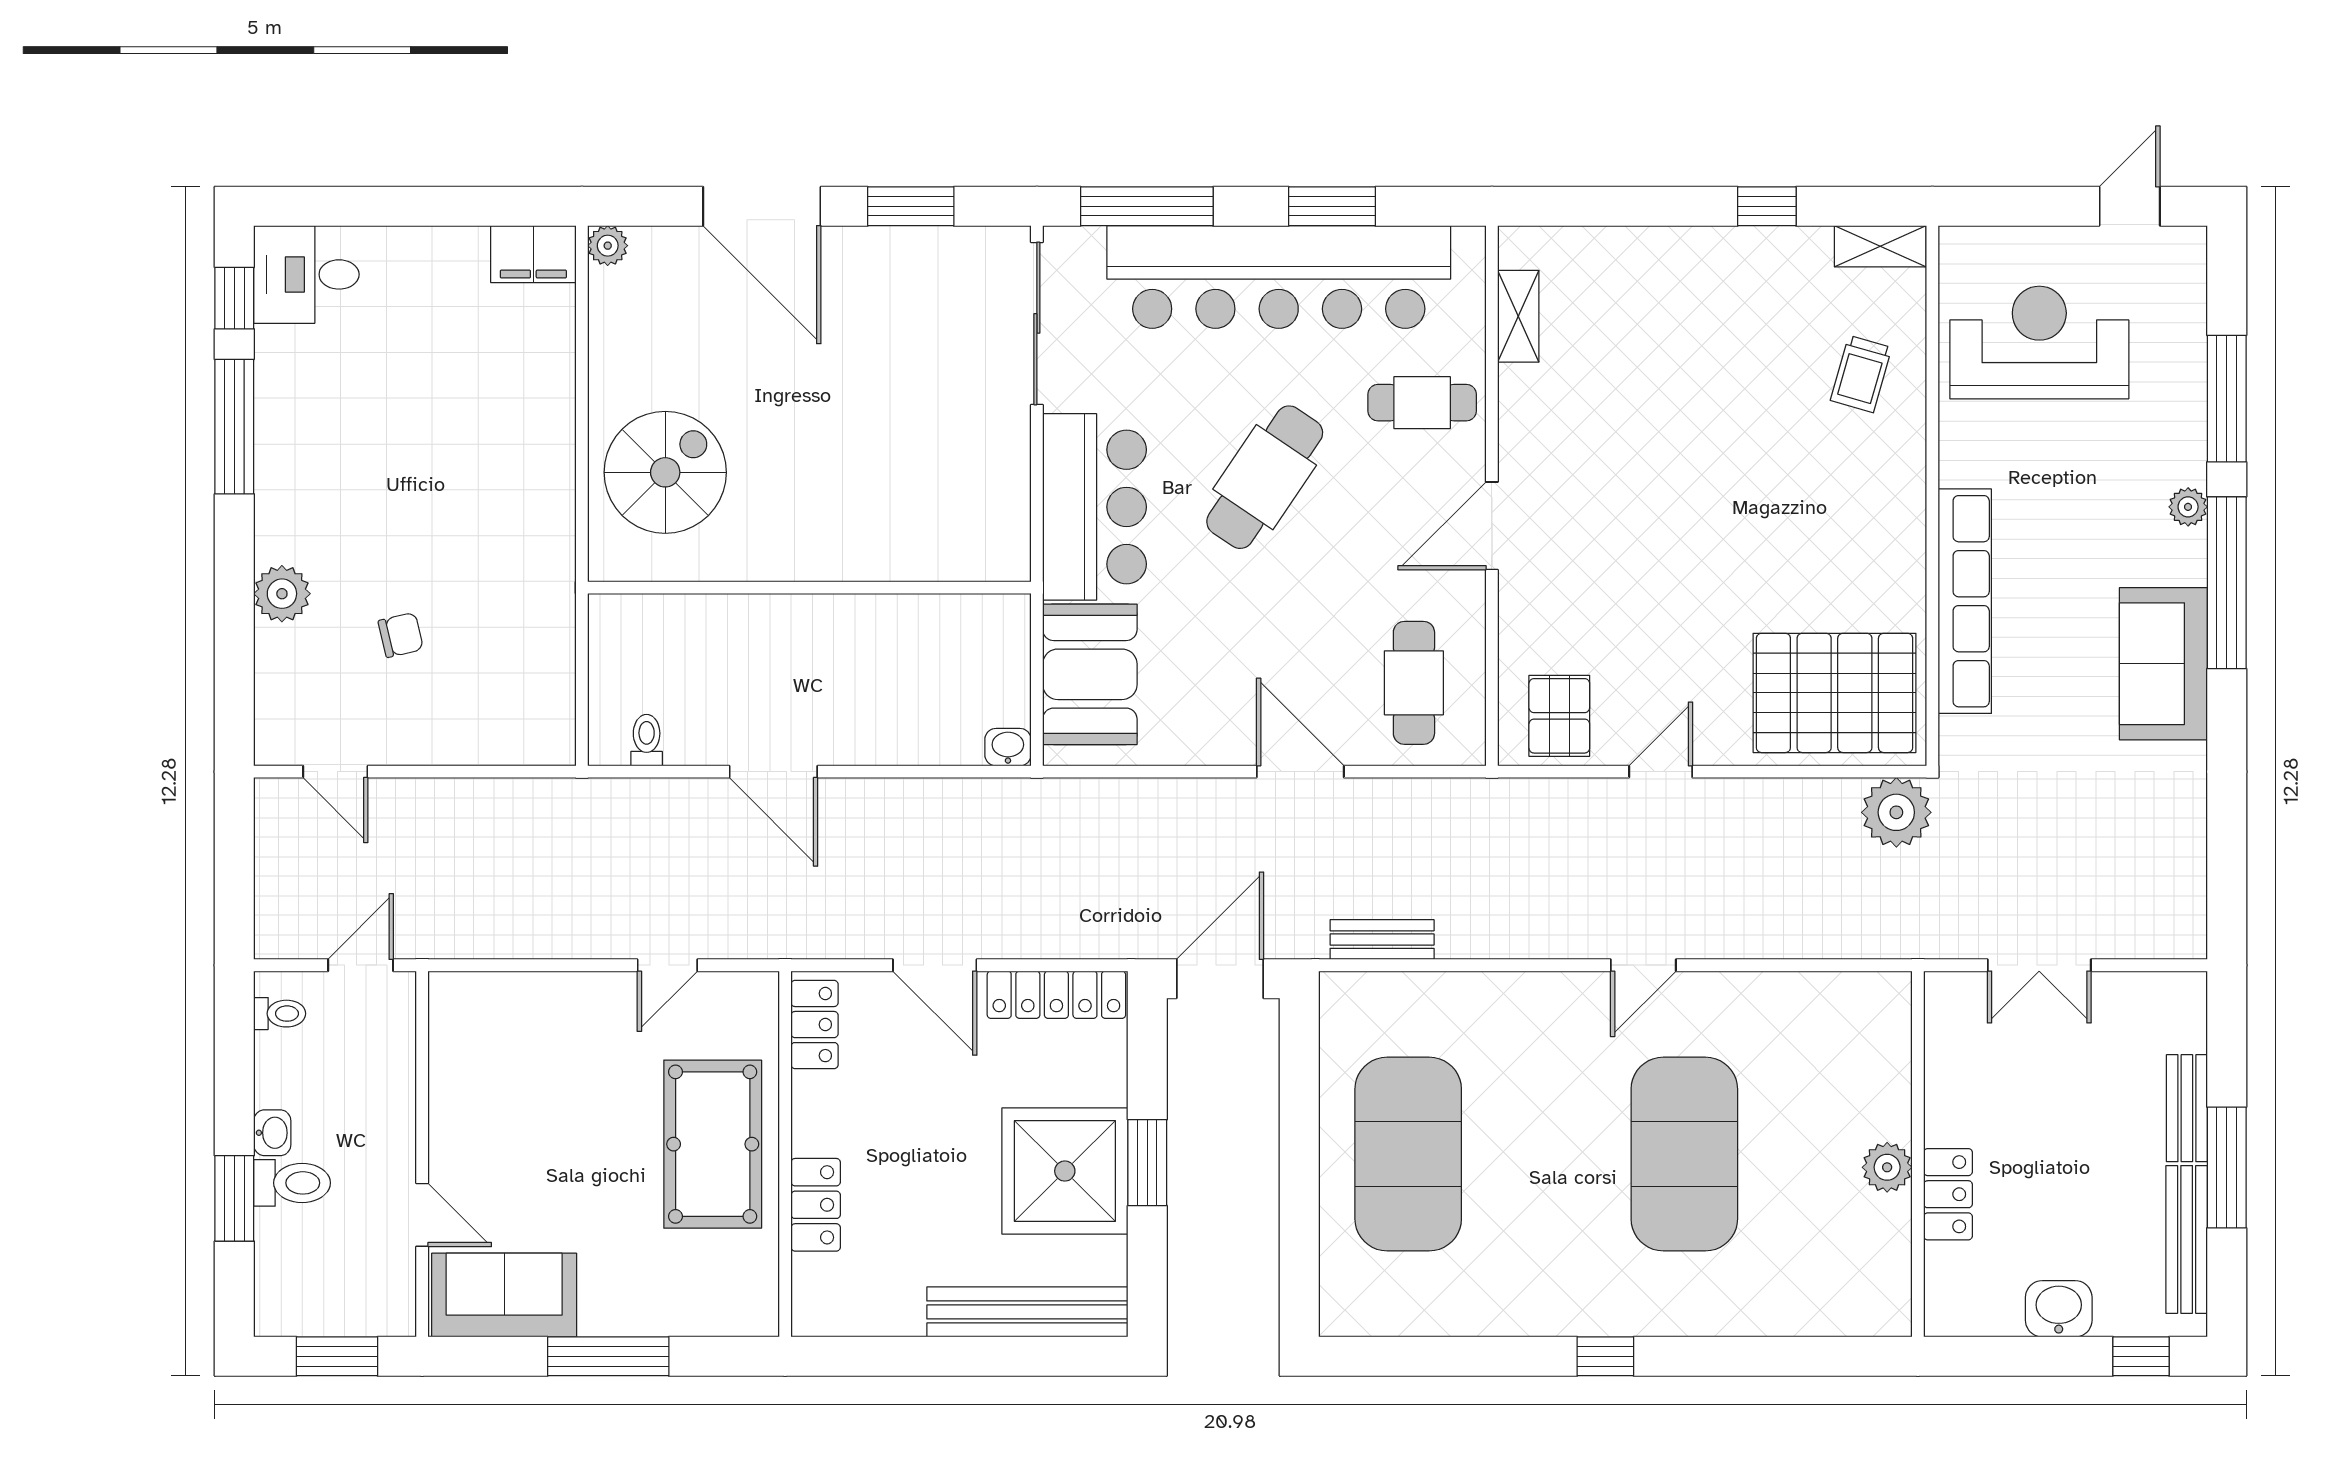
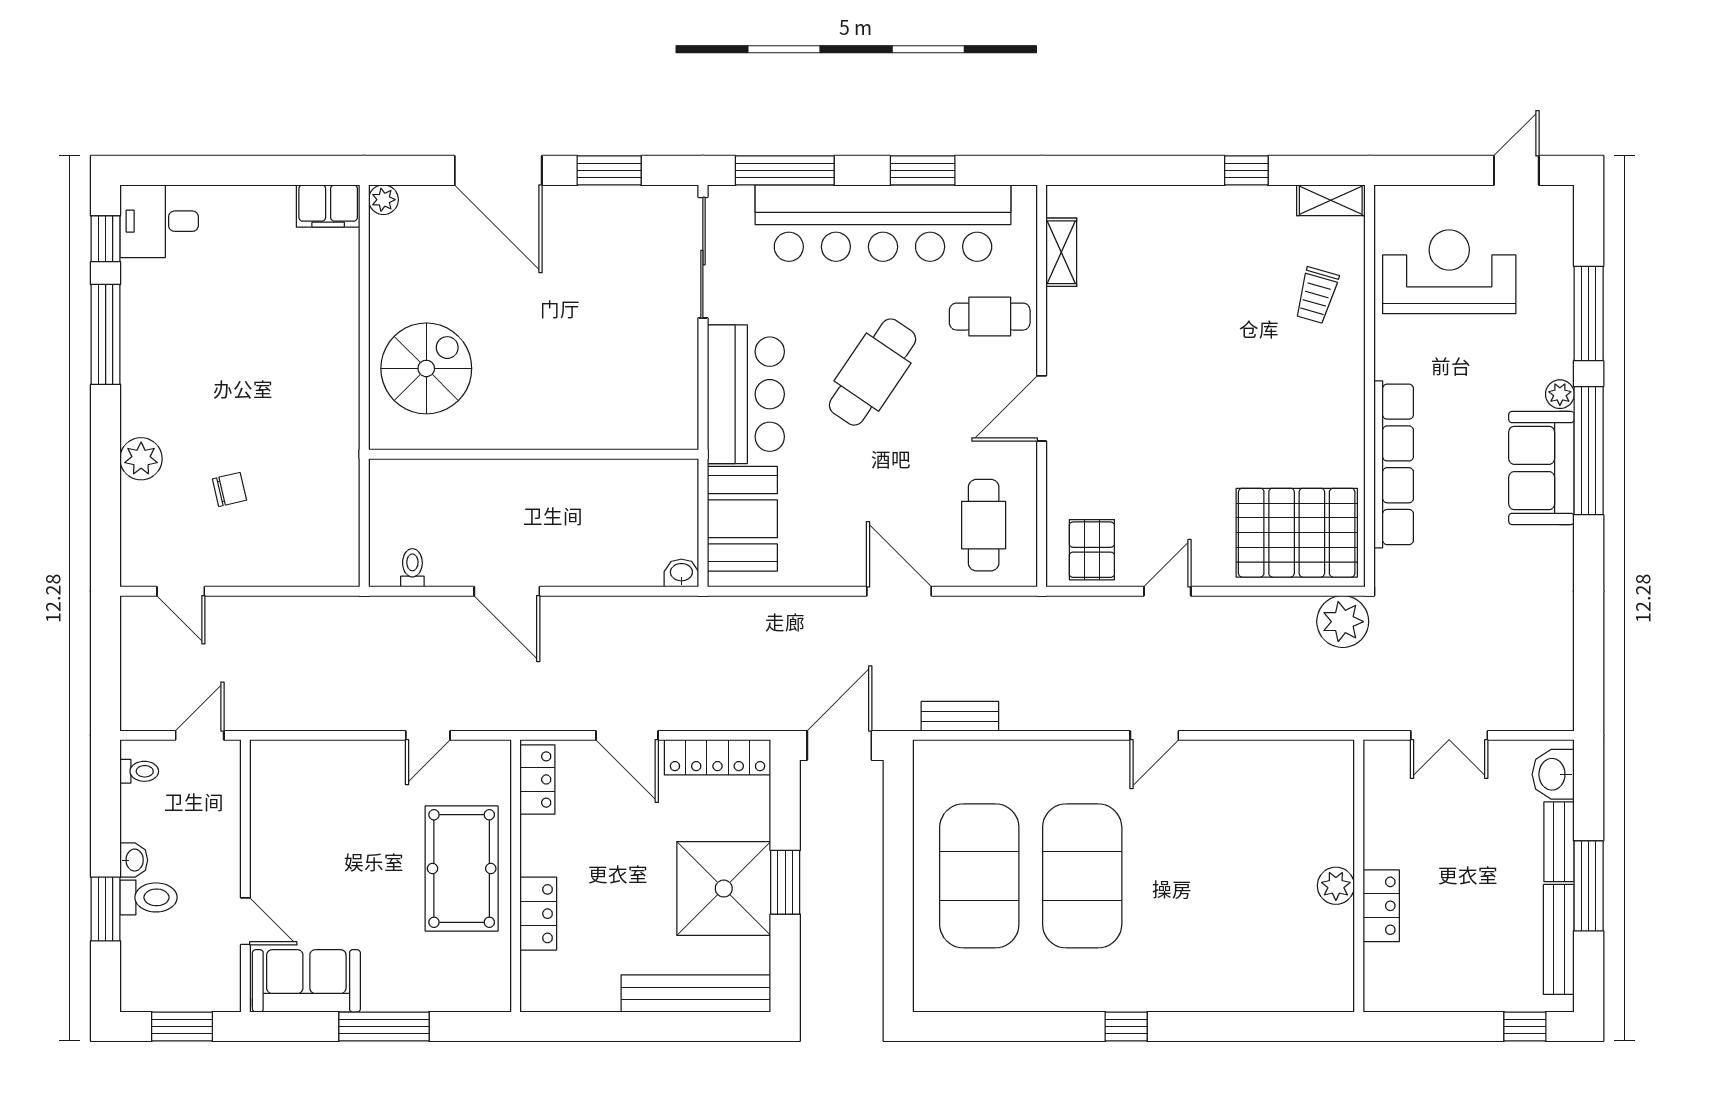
sofa: (2163, 664) -> (1541, 468), moved
exercise mat: (1684, 1154) -> (1082, 876), moved
washbasin: (2059, 1309) -> (1553, 774), moved, turned -90

